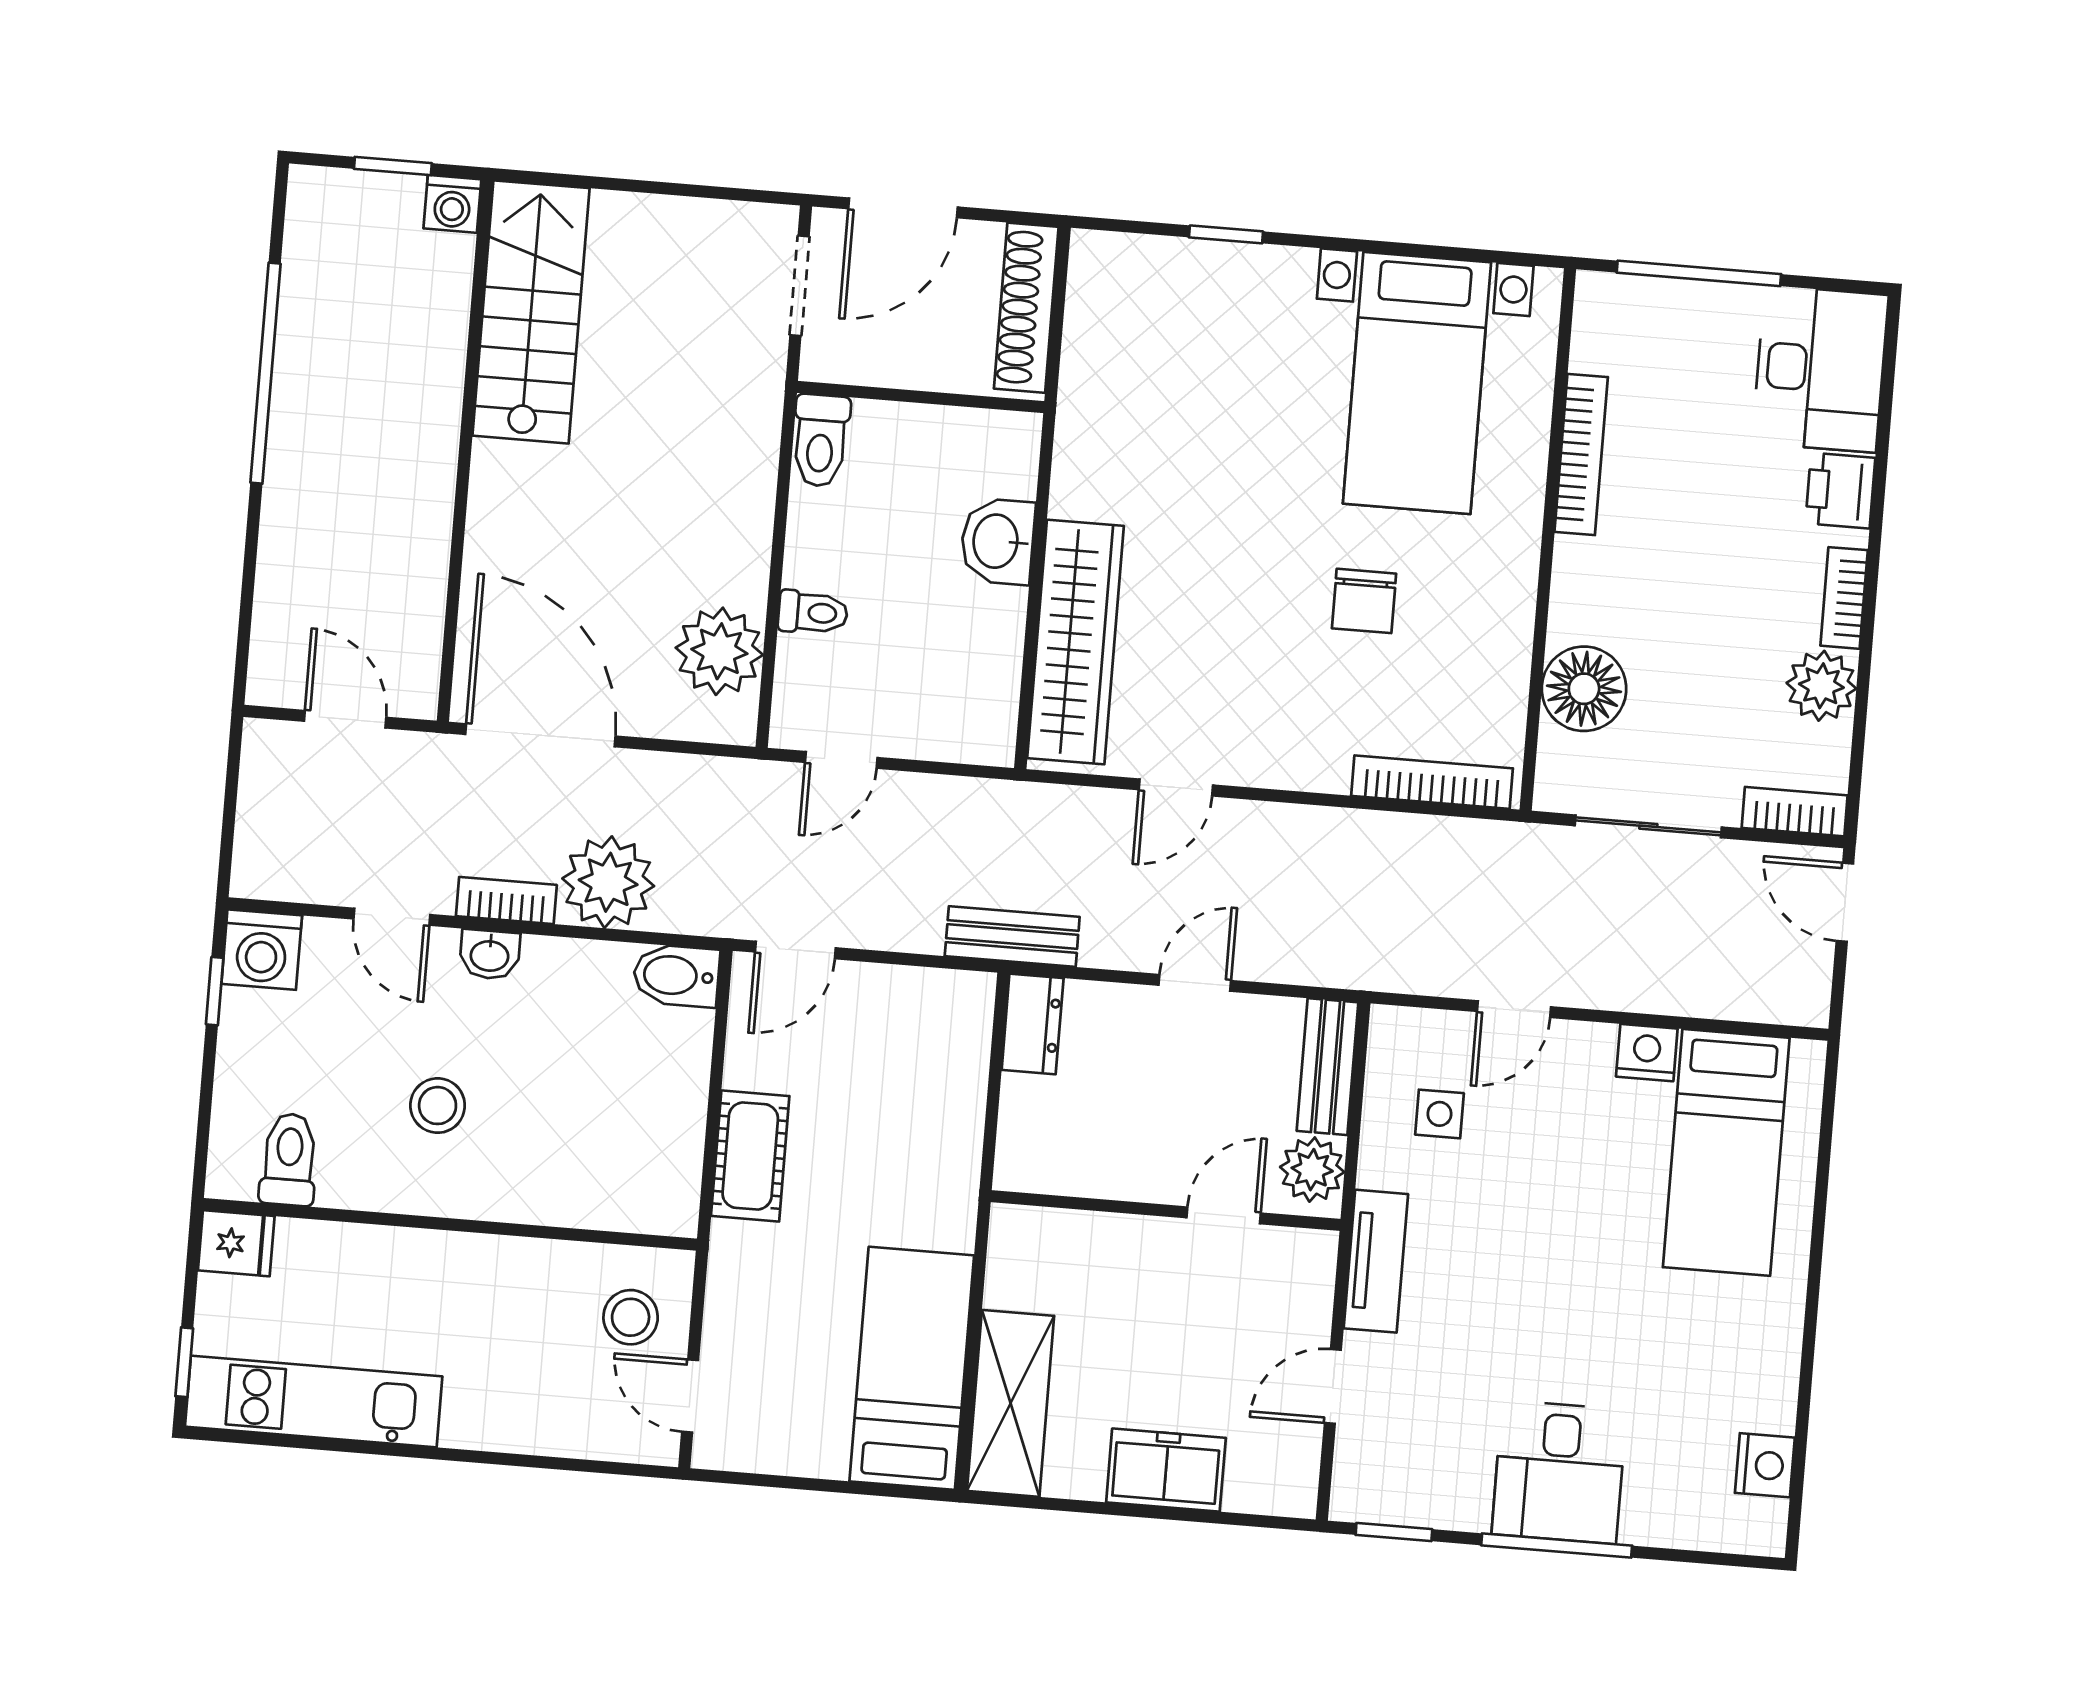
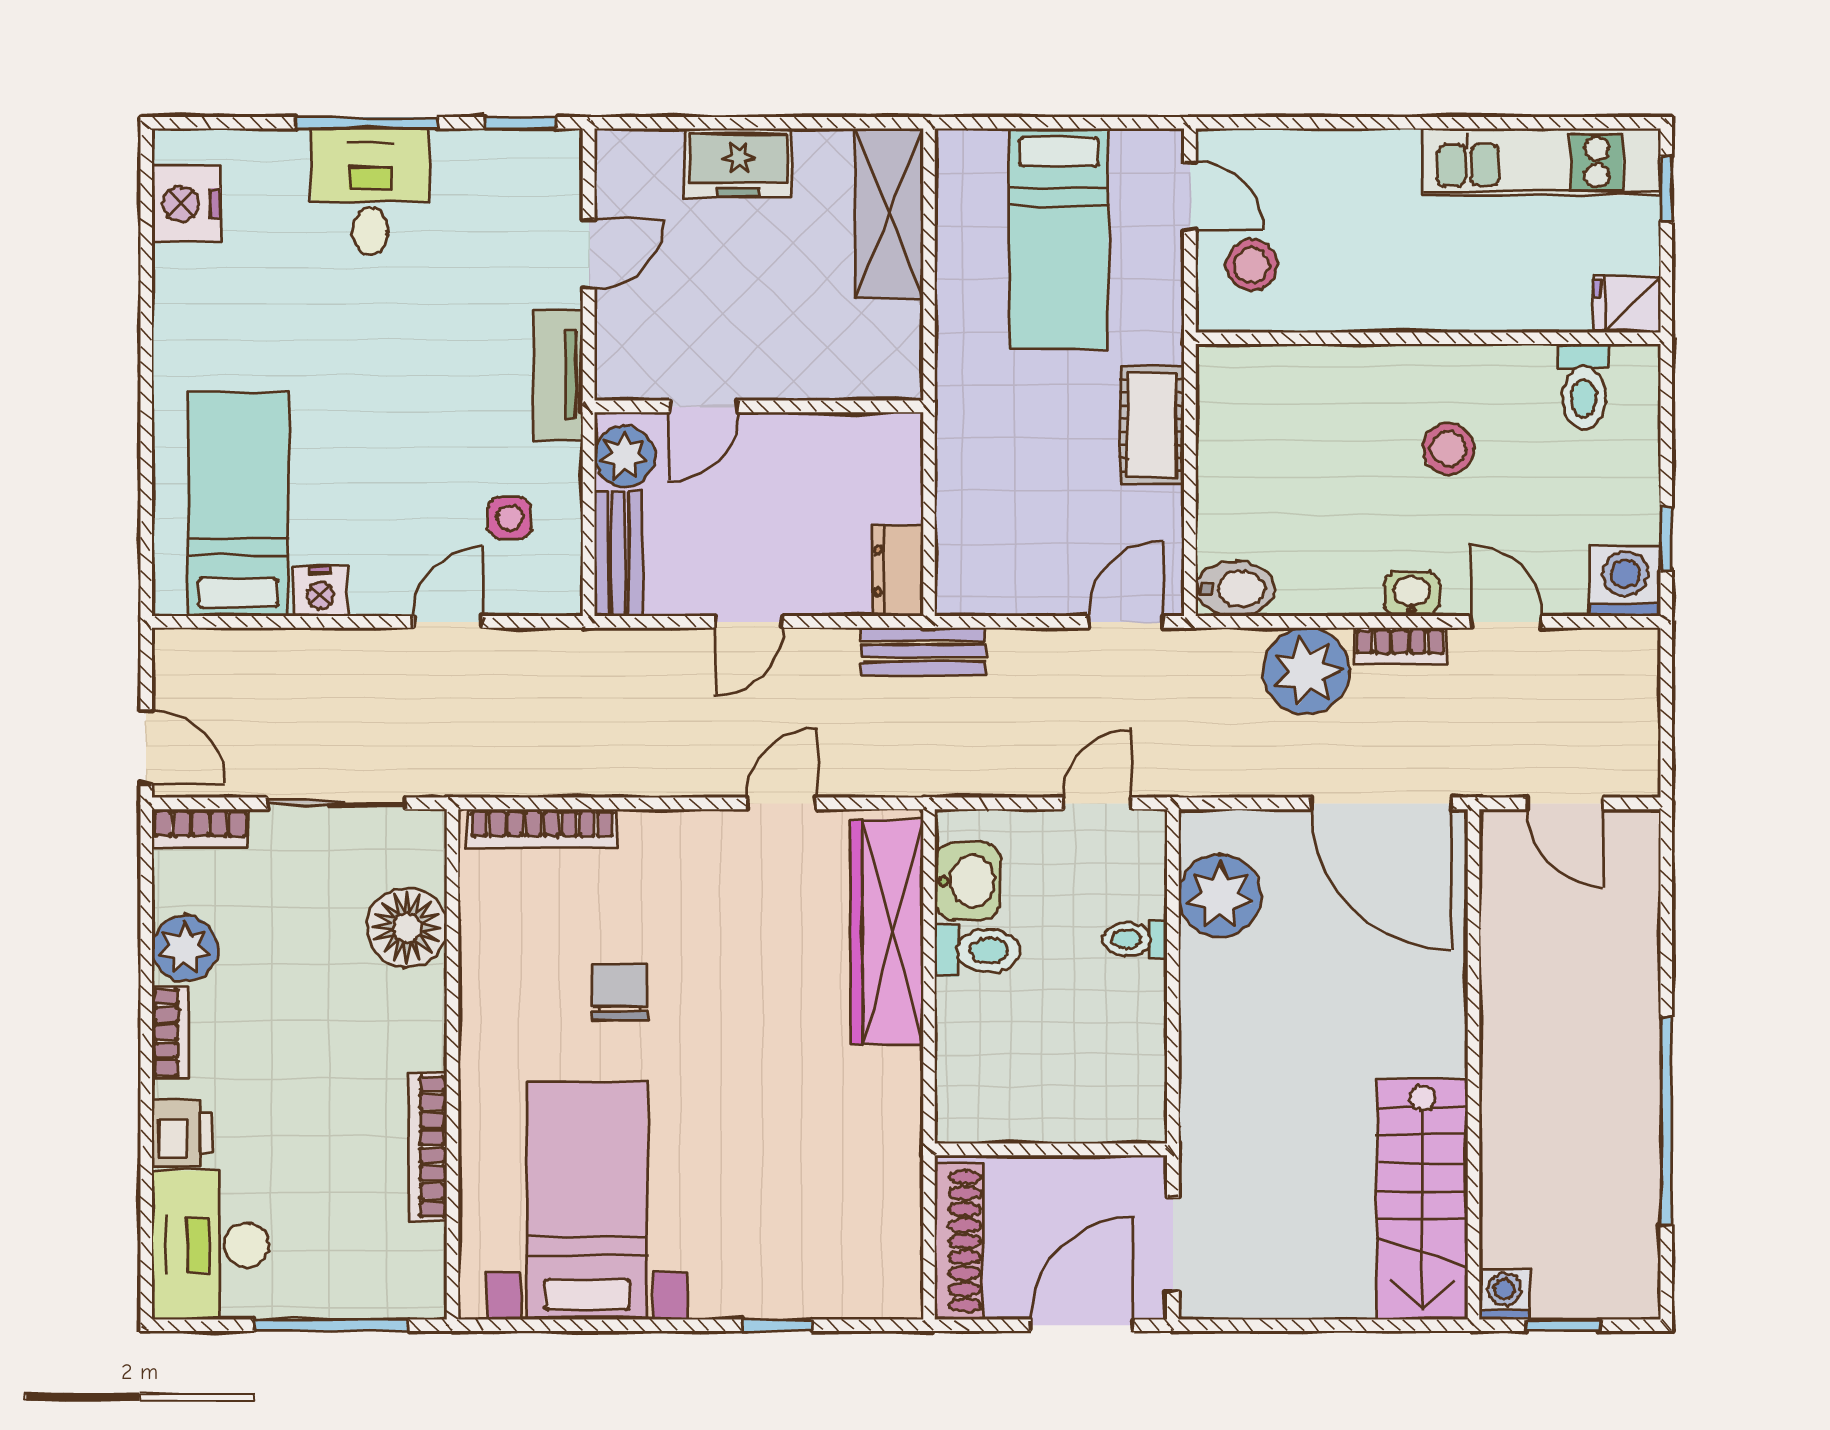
toilet: (821, 440) -> (977, 951), moved, turned 90
washbasin: (998, 541) -> (968, 881), moved
bed: (912, 1368) -> (1059, 239), moved
nightstand: (1765, 1465) -> (186, 204), width x1.36, depth x1.33

